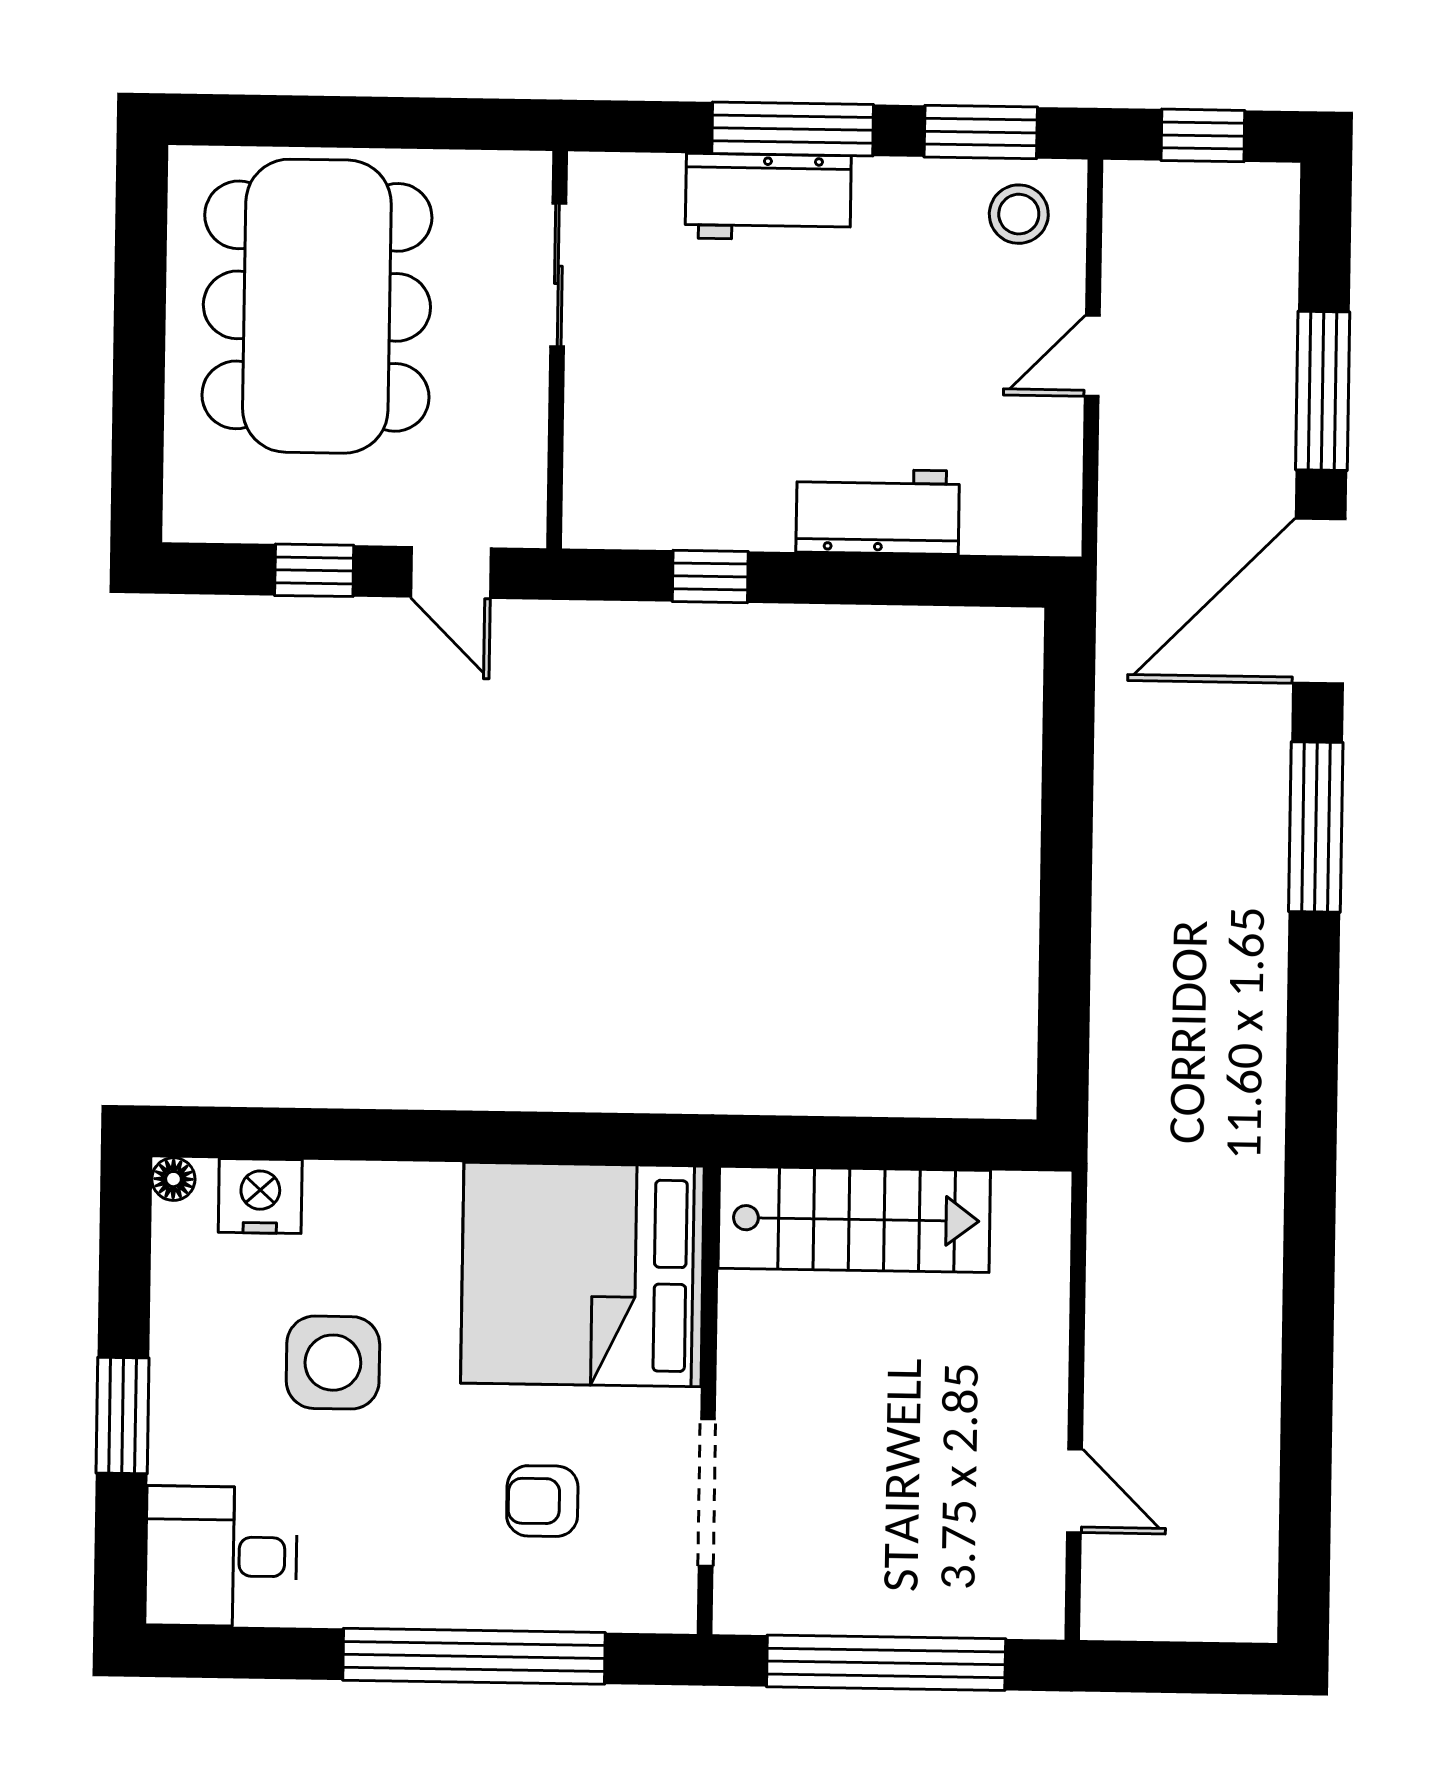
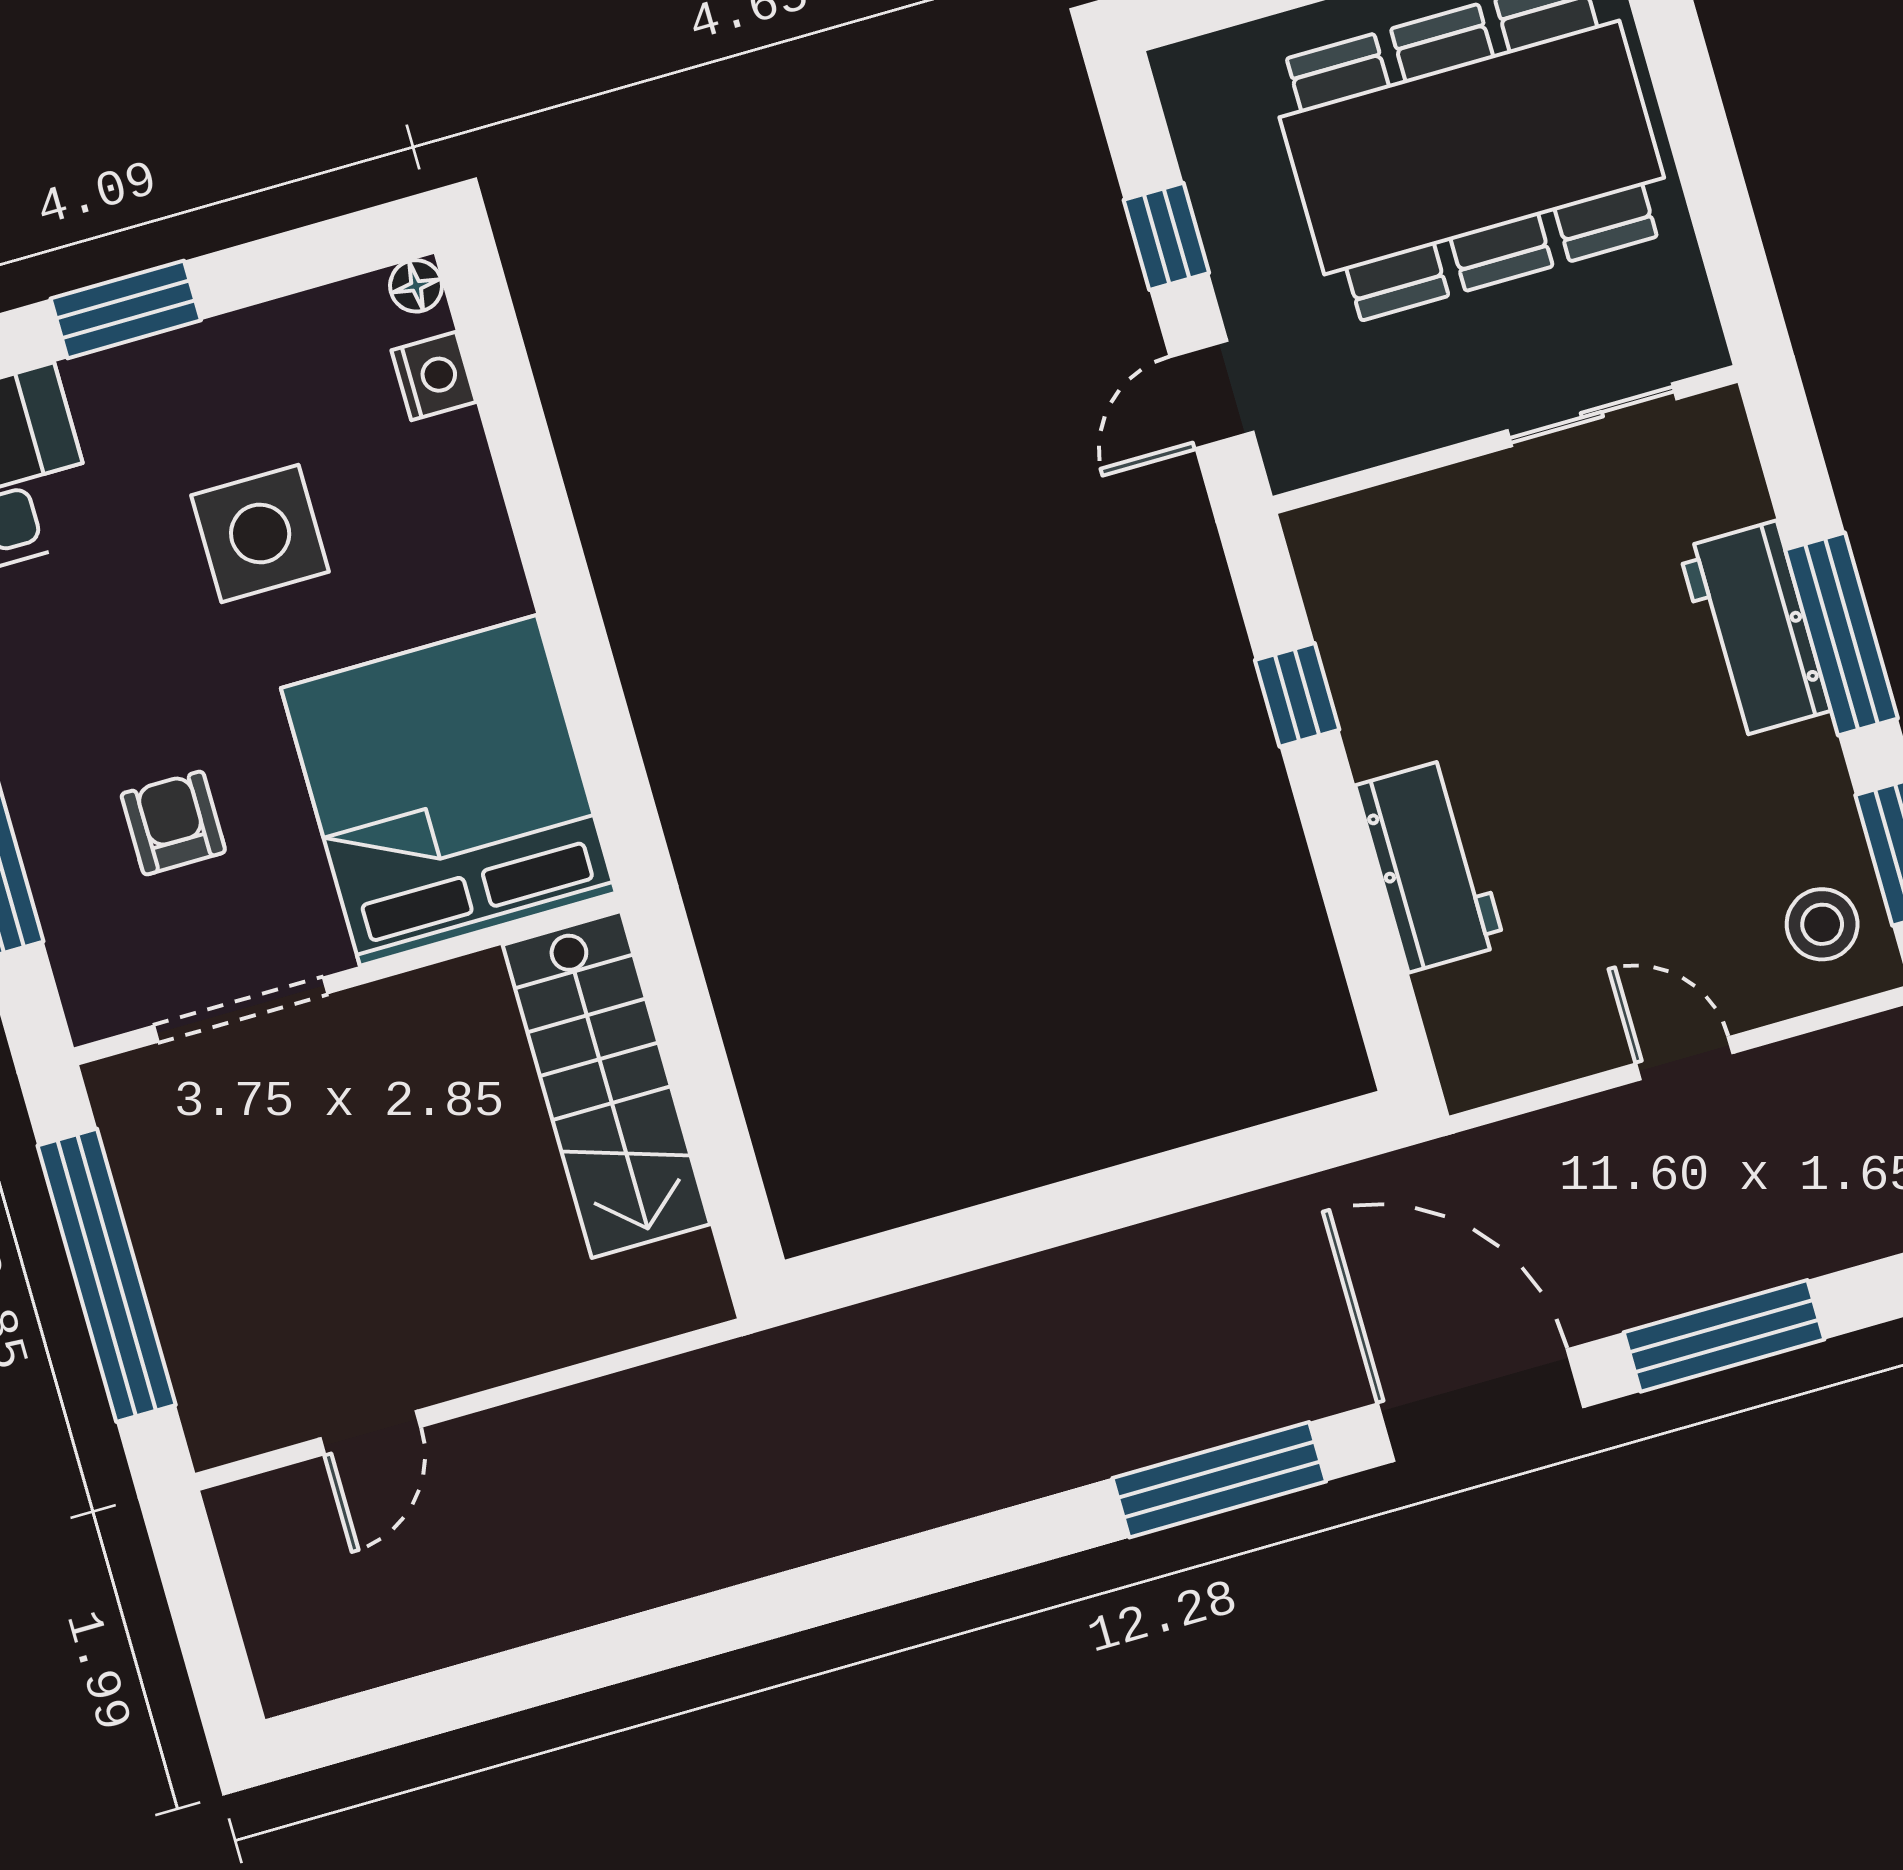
nightstand: (260, 1196) -> (434, 376), width x0.74, depth x0.75

